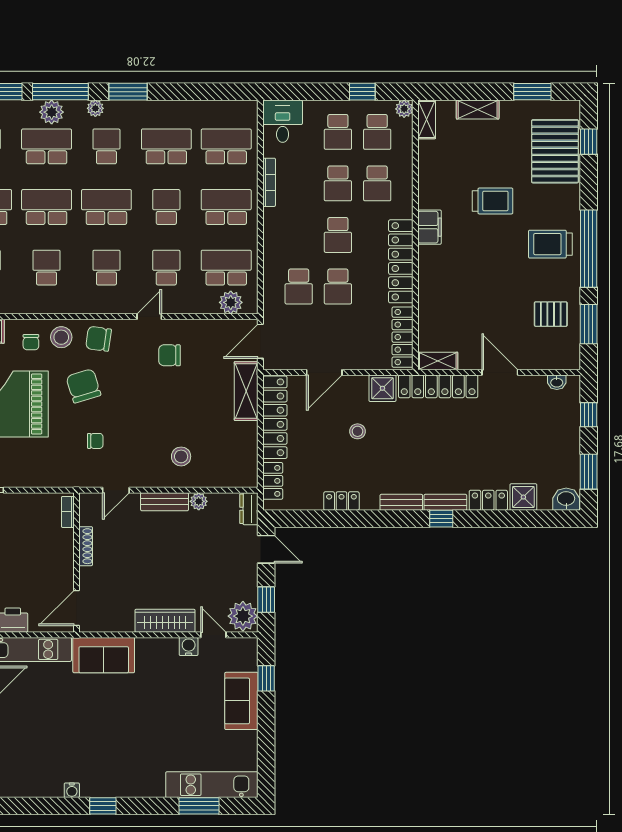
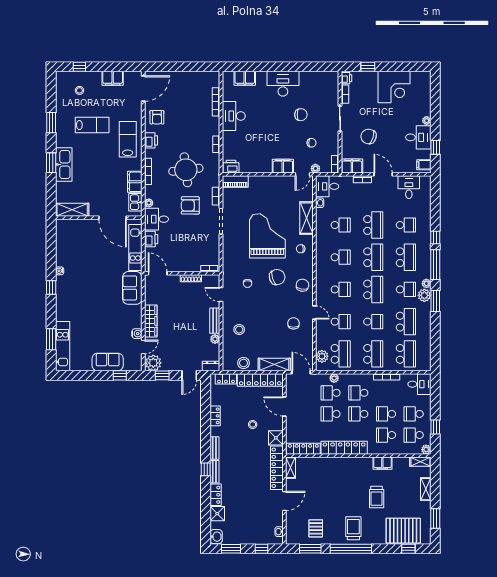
plant: (52, 112) -> (424, 295), moved
filing cabinet: (429, 227) -> (382, 463), moved
school desk: (299, 235) -> (358, 393), added
plant: (271, 280) -> (334, 378), added
stool: (61, 337) -> (244, 363), moved

